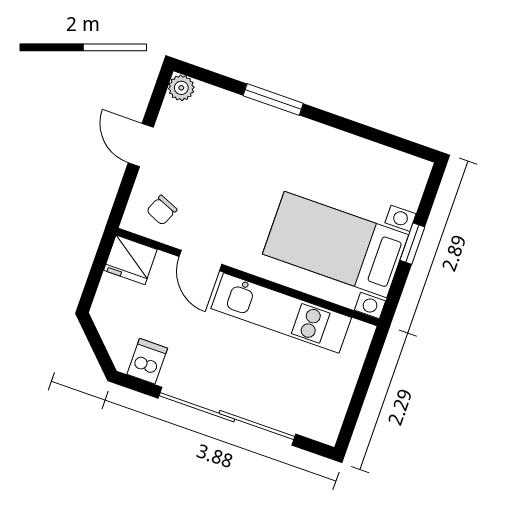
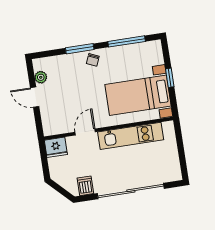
plant: (181, 88) -> (41, 77), moved
window: (368, 133) -> (127, 41), added
chair: (162, 210) -> (93, 60), moved
door: (200, 260) -> (85, 132), swing flipped

